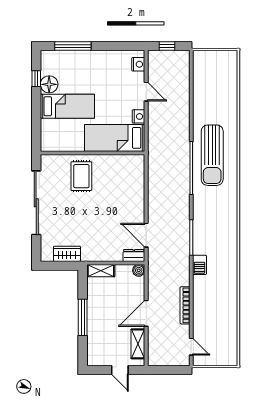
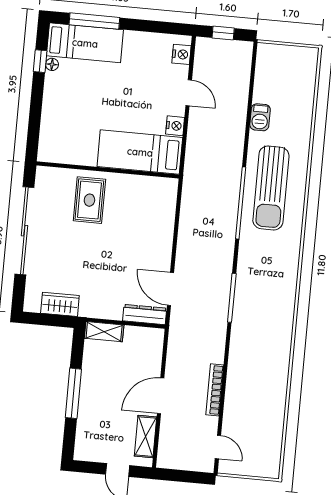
floor lamp: (49, 84) -> (52, 64), width x0.53, depth x0.53
bed: (67, 106) -> (85, 43), moved
dresser: (134, 255) -> (145, 314), width x1.44
barbecue: (200, 265) -> (260, 117), moved
boiler: (139, 270) -> (156, 336), removed

